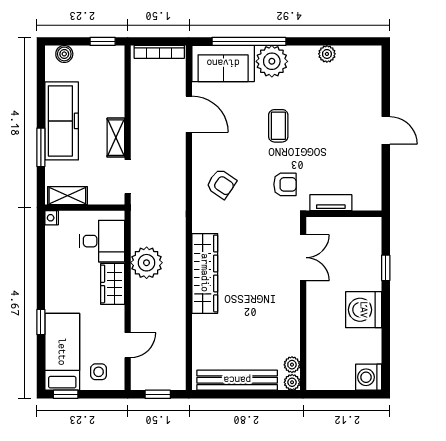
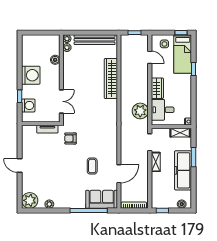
plant: (272, 61) -> (30, 200), moved
door: (189, 114) -> (119, 174), swing flipped
coffee table: (278, 126) -> (92, 166), moved
armchair: (221, 184) -> (103, 139), removed
double door: (303, 258) -> (61, 101), swing flipped
plant: (147, 263) -> (140, 111), moved
wardrobe: (205, 273) -> (111, 79), moved
boiler: (315, 340) -> (55, 60), added
door: (128, 345) -> (150, 57), swing flipped
washing machine: (369, 377) -> (28, 105), moved

